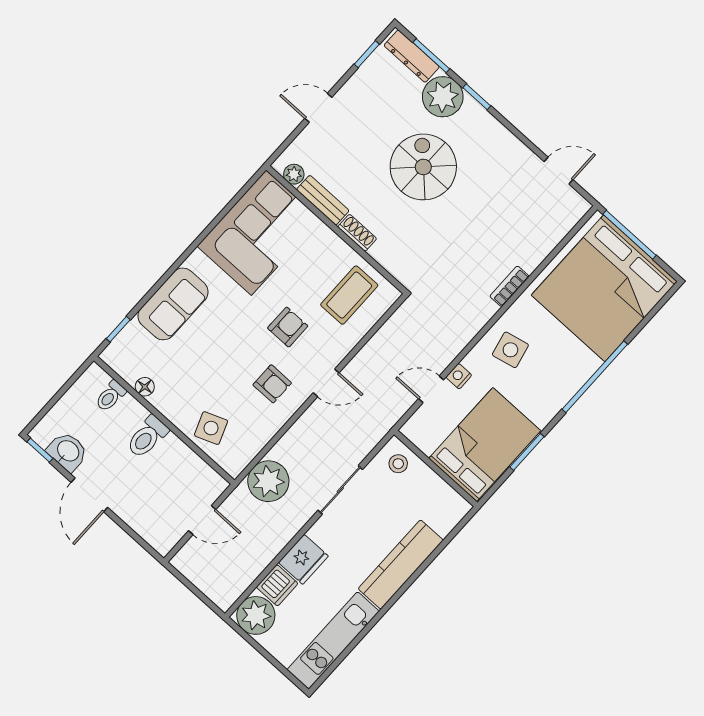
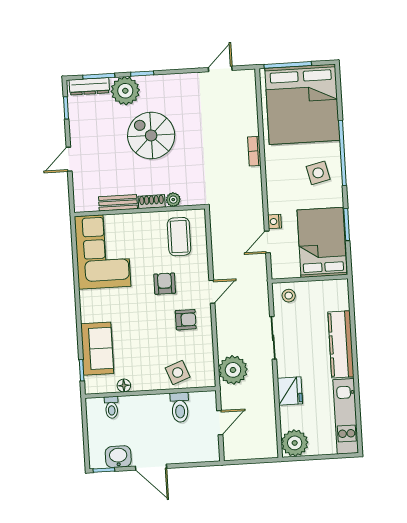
plant: (294, 174) -> (173, 200), moved
sofa: (173, 304) -> (97, 349), moved
side table: (510, 350) -> (318, 173), moved
toilet: (147, 437) -> (180, 407), moved
dishwasher: (277, 585) -> (290, 417), removed

